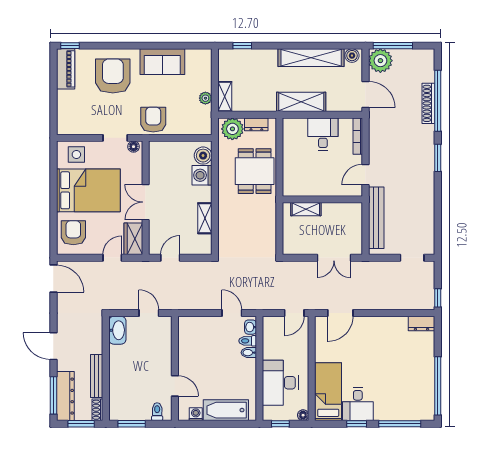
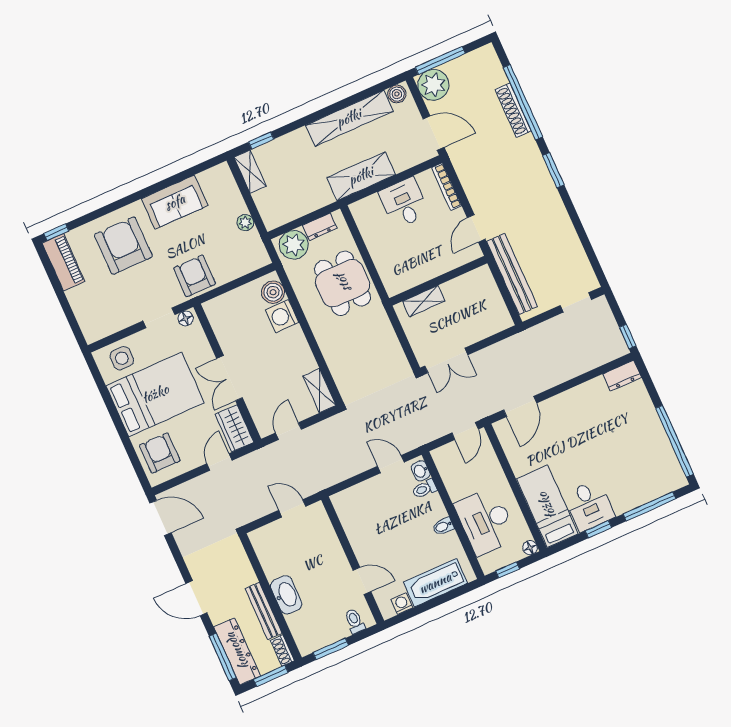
shelving: (225, 97) -> (250, 172), moved
shelving: (205, 218) -> (319, 391), moved
double door: (334, 258) -> (446, 360), moved
washbasin: (117, 330) -> (286, 595), moved
bidet: (249, 353) -> (443, 526), moved

